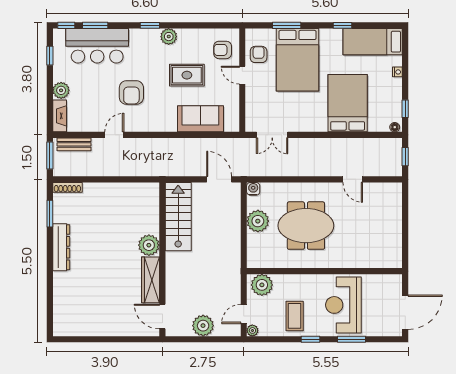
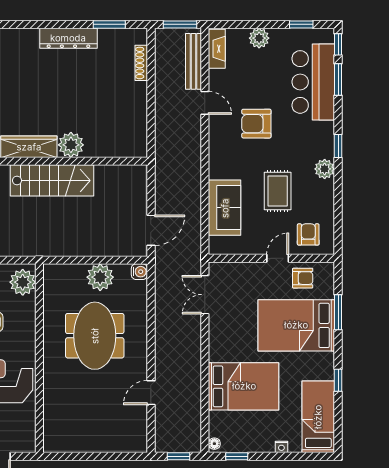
fireplace: (60, 116) -> (217, 49), moved, turned -90
bench: (74, 144) -> (193, 61), width x1.36
shoe rack: (67, 187) -> (141, 63), moved
stairs: (178, 217) -> (52, 180), moved

